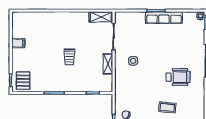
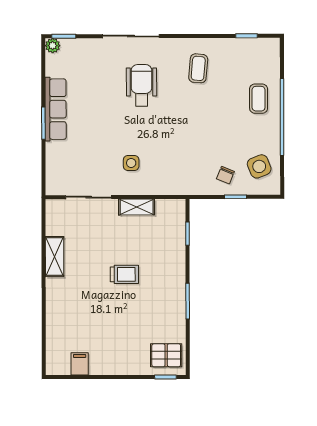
shelving: (101, 17) -> (55, 257), moved
filing cabinet: (18, 43) -> (80, 364), moved
wheelchair: (178, 77) -> (142, 85), moved
coffee table: (167, 107) -> (198, 68), moved

